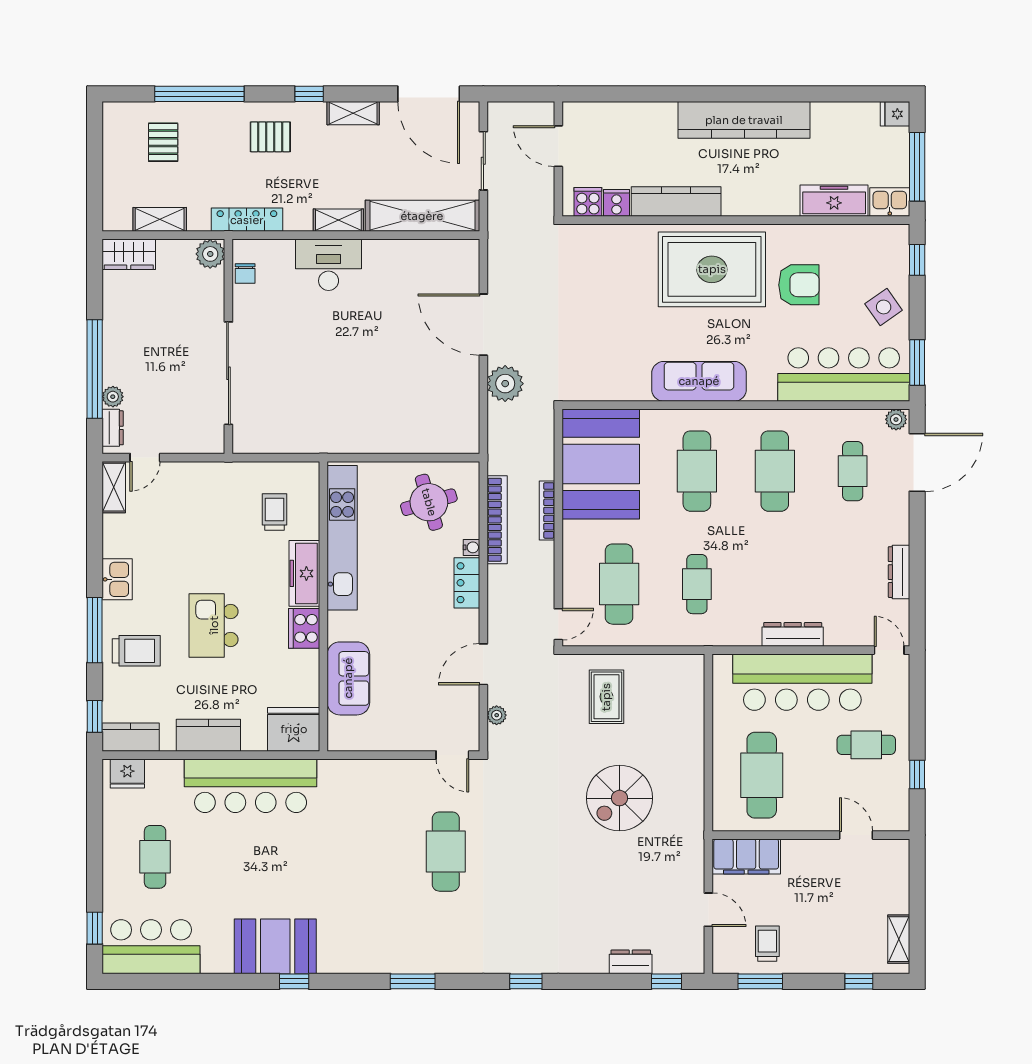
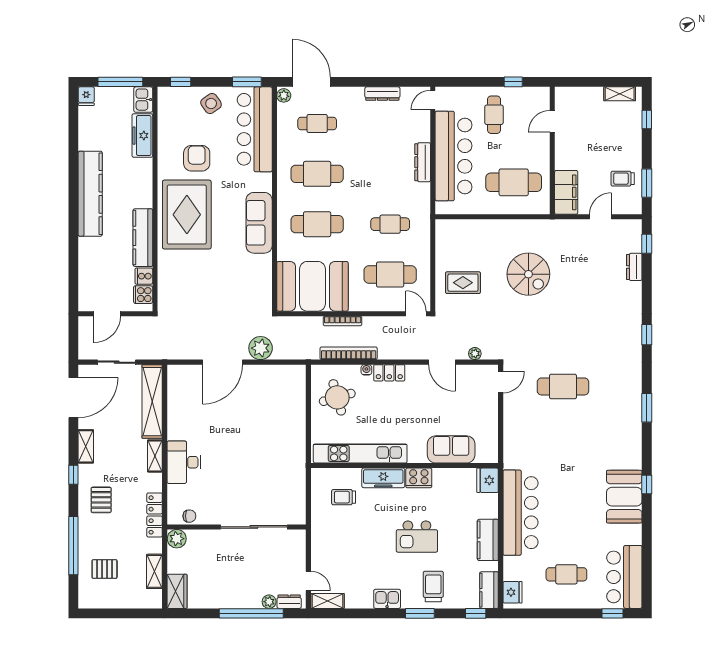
window: (95, 630) -> (420, 613), width x0.69
fridge: (294, 729) -> (488, 480), width x0.73, depth x0.75

